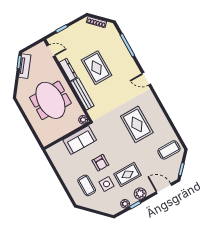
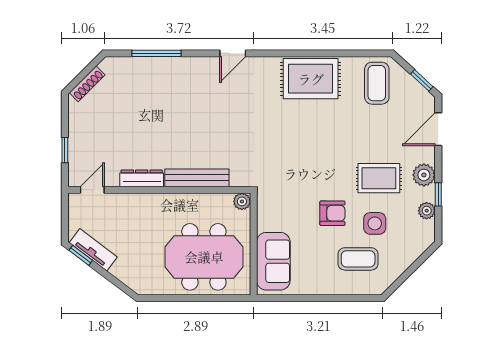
rug: (97, 68) -> (165, 128), removed
meeting table: (50, 100) -> (204, 257), moved
rug: (137, 124) -> (311, 79), moved
sofa: (80, 140) -> (273, 261), moved
rug: (127, 175) -> (379, 178), turned 90

